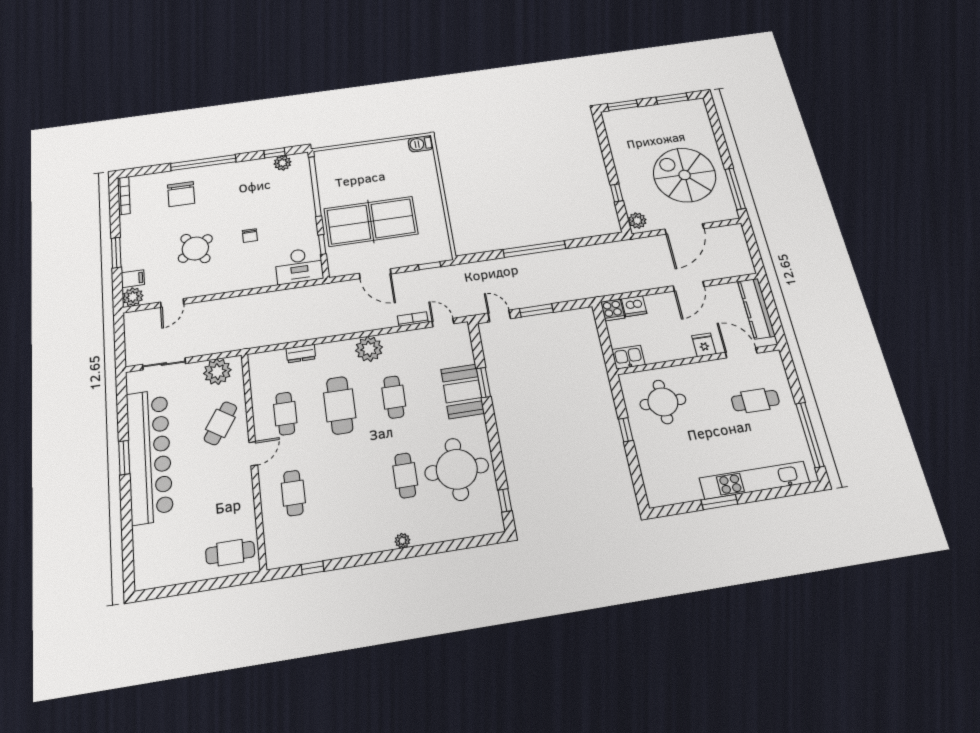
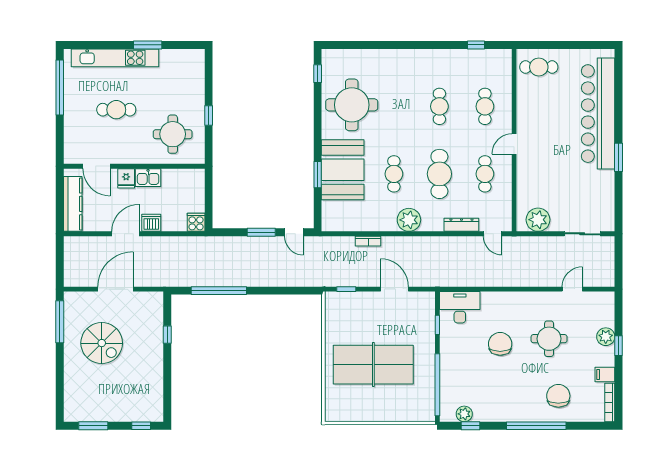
window: (623, 105) -> (141, 426), width x0.67
barbecue: (421, 144) -> (336, 414), removed
spiral stairs: (685, 175) -> (102, 343), width x0.73, depth x0.73
table tennis table: (371, 221) -> (373, 365), moved
plant: (637, 221) -> (155, 304), removed
chair: (250, 236) -> (500, 344), width x1.87, depth x1.87
round table: (195, 248) -> (549, 339), turned 35
window: (534, 249) -> (219, 291), moved
window: (116, 253) -> (619, 346), width x0.67
filing cabinet: (133, 279) -> (605, 374), moved
plant: (133, 297) -> (606, 337), moved
dishwasher: (634, 306) -> (151, 223), moved
door: (443, 323) -> (493, 234), moved
dresser: (301, 354) -> (461, 225), width x1.44
kitchen sink: (628, 357) -> (148, 178), moved
booth: (462, 391) -> (343, 170), width x1.36, depth x1.42
cafe table: (755, 401) -> (116, 110), moved
cafe table: (220, 423) -> (539, 174), removed
bar counter: (149, 456) -> (598, 114), moved
cafe table: (405, 475) -> (439, 106), moved
plant: (402, 541) -> (403, 55), removed

